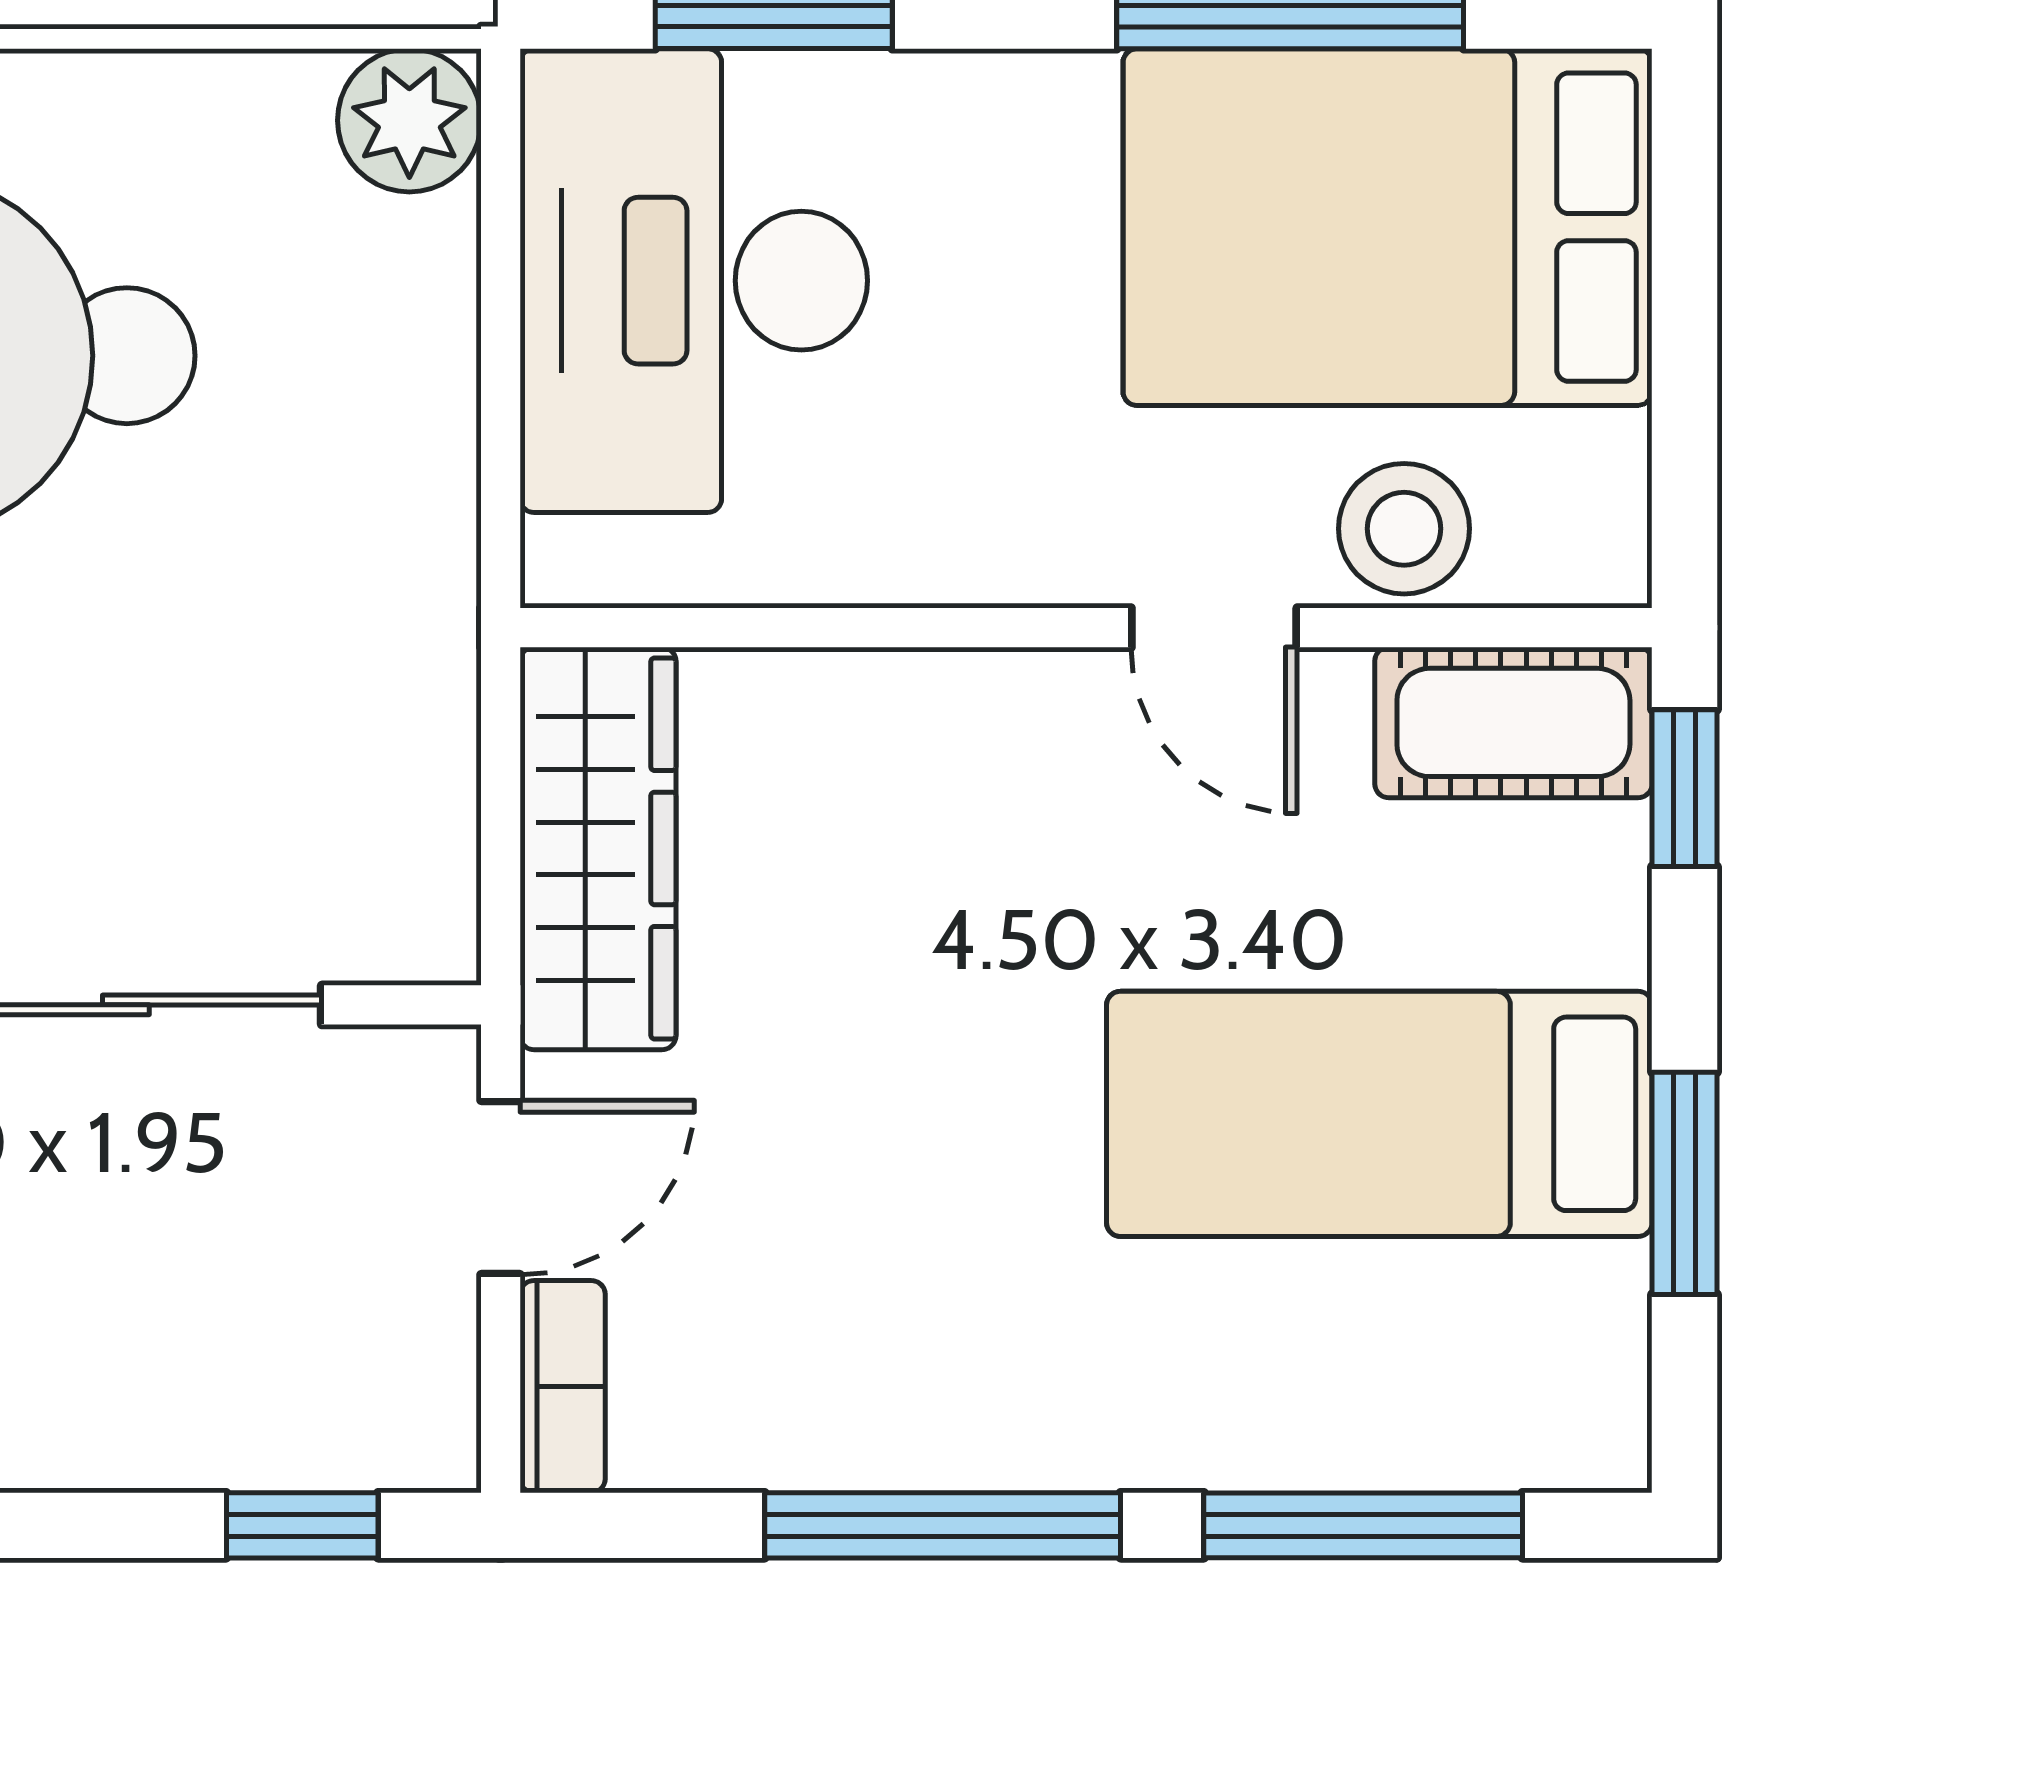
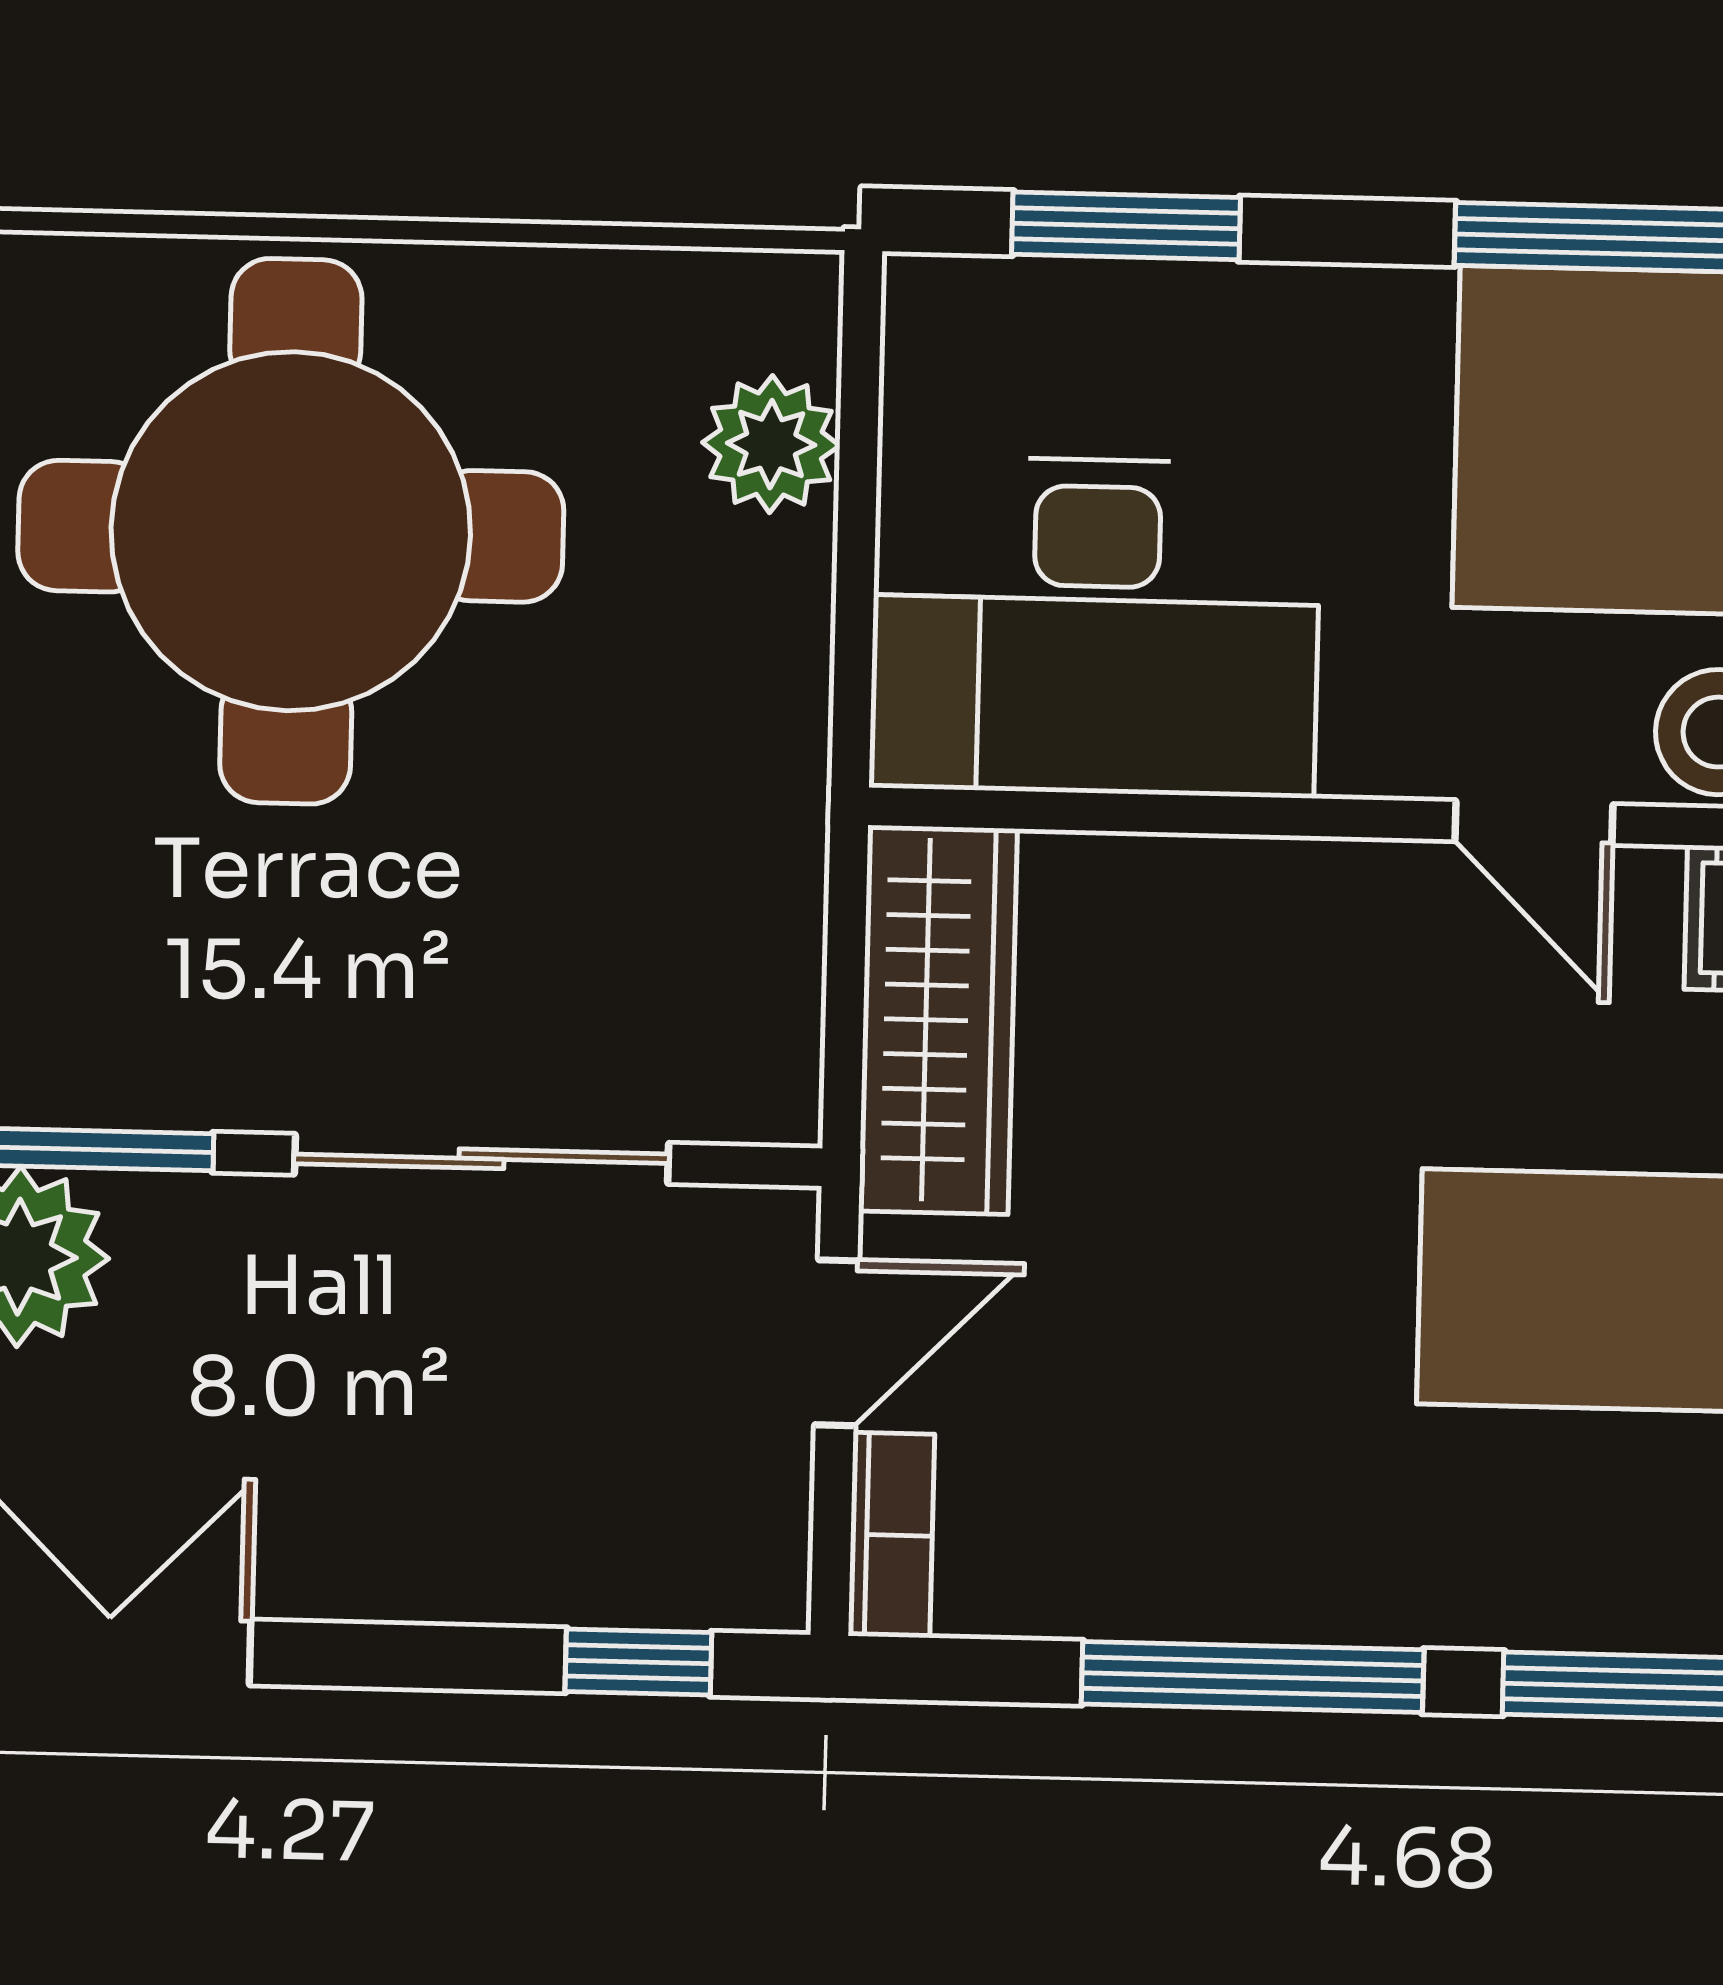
plant: (409, 120) -> (771, 444), moved
desk: (694, 281) -> (1095, 626), moved, turned -90

